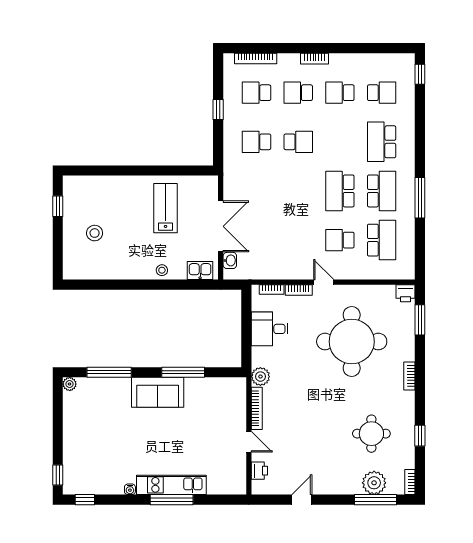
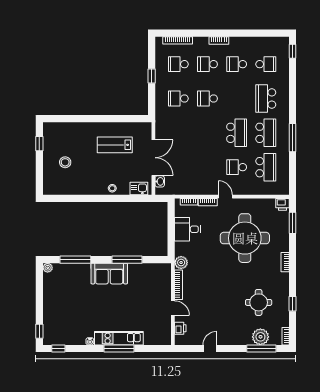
school desk: (298, 142) -> (207, 99), turned 180
school desk: (340, 191) -> (237, 133), turned 180
lab bench: (166, 208) -> (115, 145), turned -90

